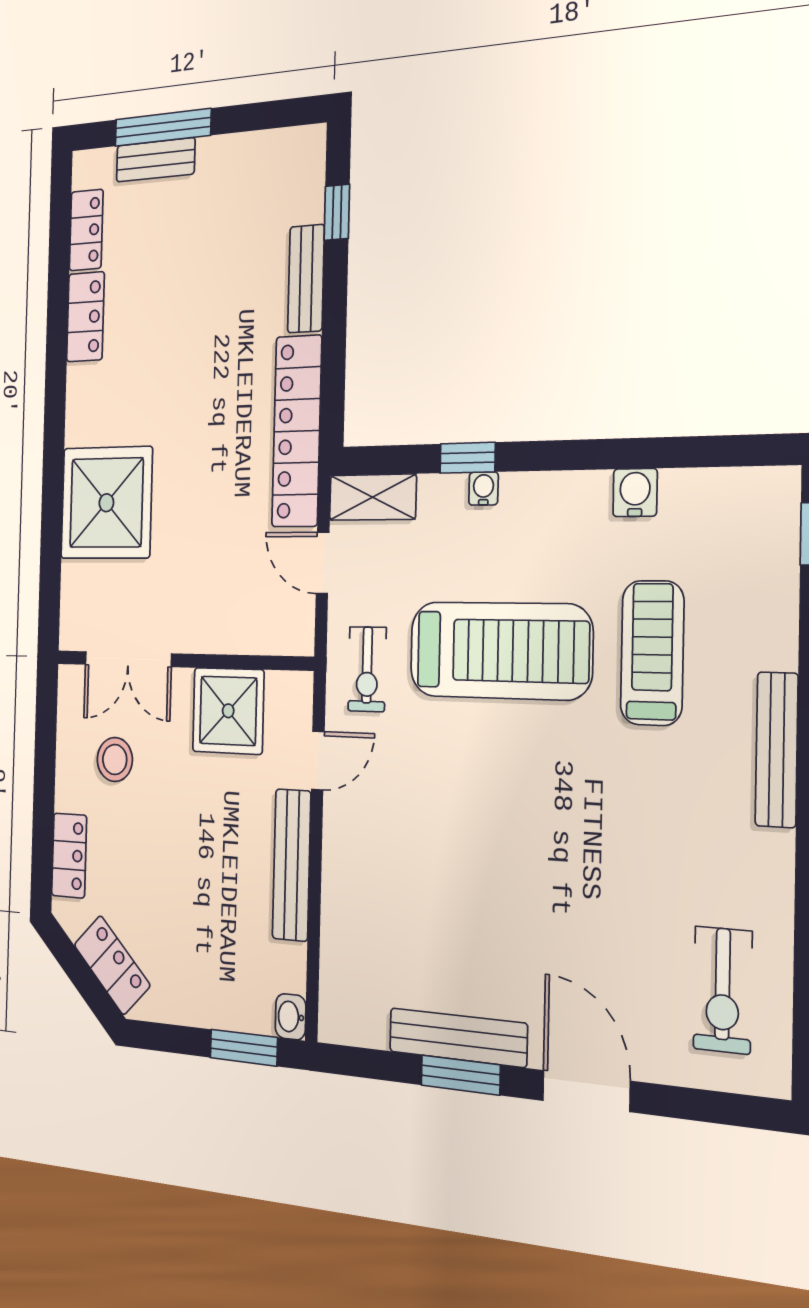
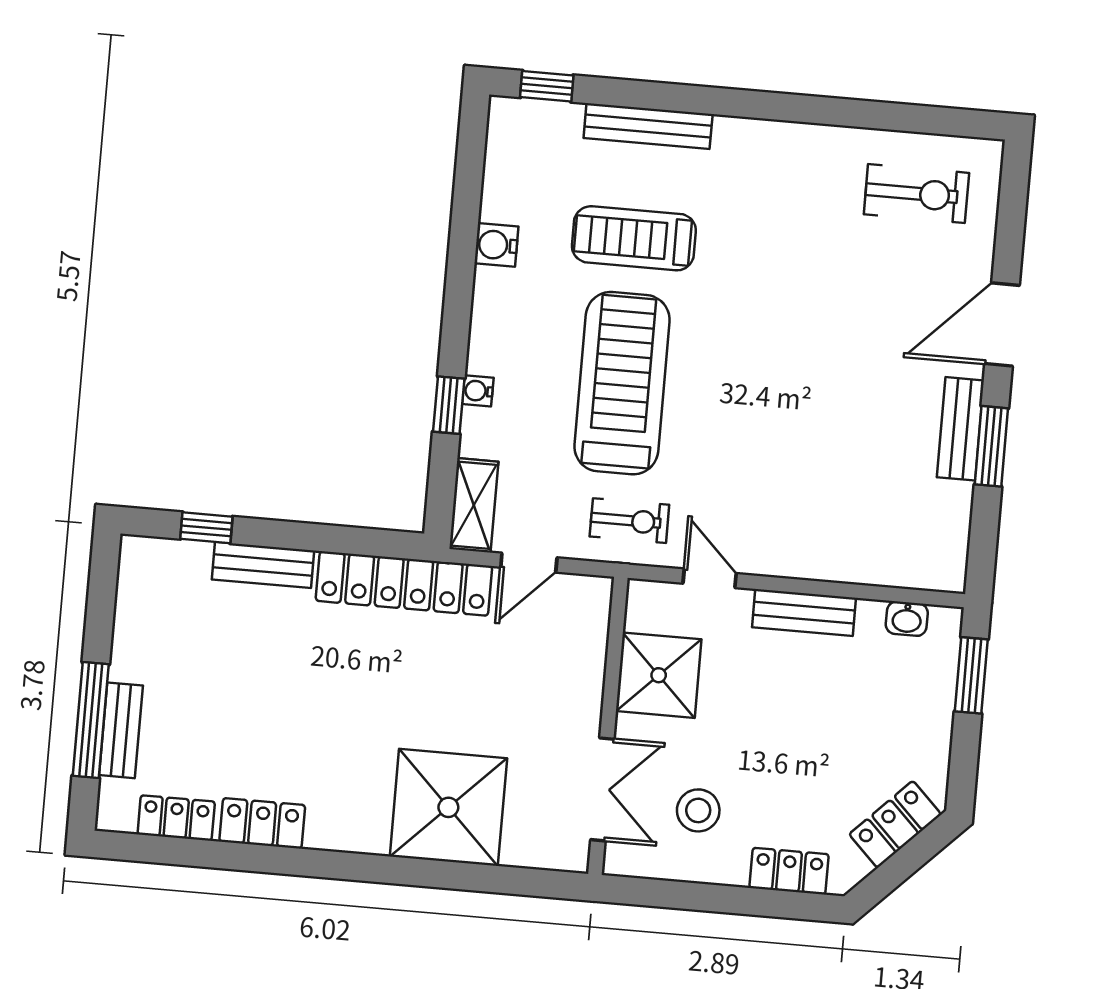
bench: (777, 750) -> (648, 126), moved
bench: (292, 865) -> (804, 613), width x0.73
washbasin: (291, 1017) -> (907, 619), moved
bench: (458, 1037) -> (960, 429), width x0.73

